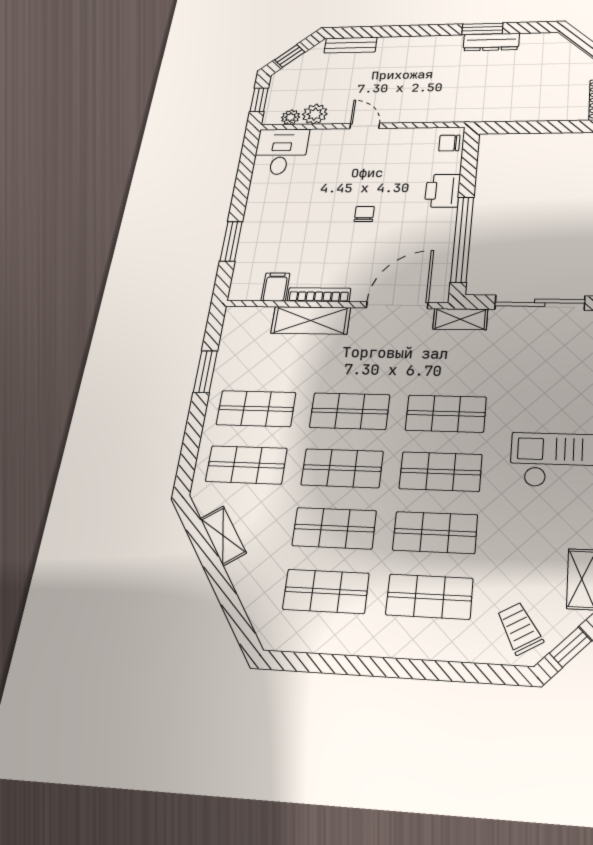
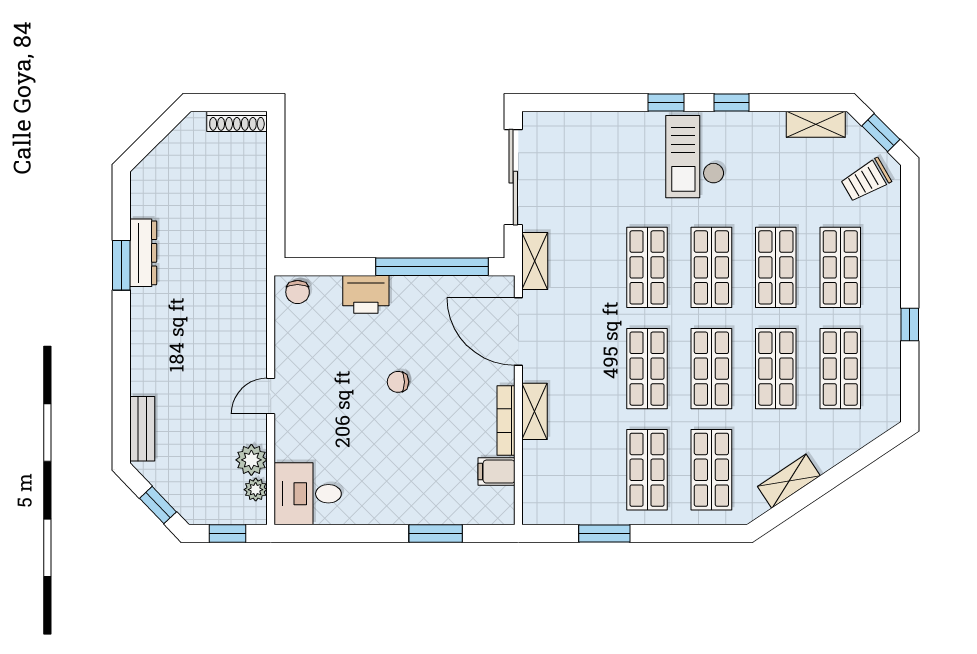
shelving: (311, 320) -> (535, 411), width x0.67, depth x0.75
window: (362, 666) -> (910, 325), added

